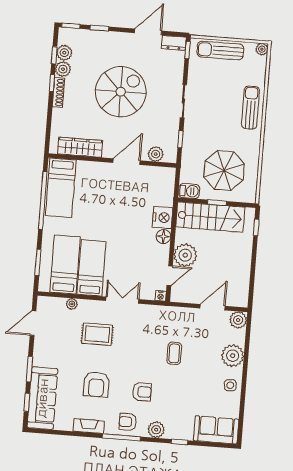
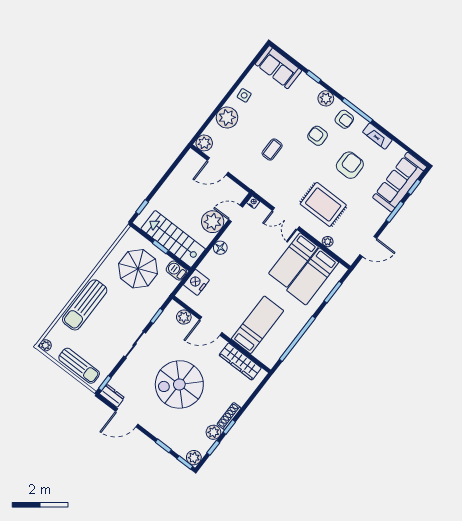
plant: (64, 53) -> (194, 458), moved
sun lounger: (251, 108) -> (85, 305), width x1.36, depth x1.34
bed: (61, 188) -> (258, 325), moved
nightstand: (163, 218) -> (196, 282), moved
rug: (97, 334) -> (323, 204), width x1.36, depth x1.43

